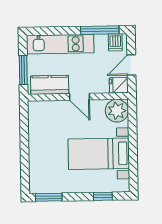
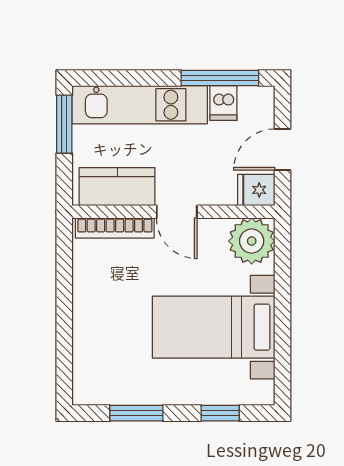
dishwasher: (115, 42) -> (223, 103), moved
window: (23, 70) -> (64, 124), moved
bookcase: (49, 105) -> (115, 228), added
window: (49, 197) -> (136, 413), moved

